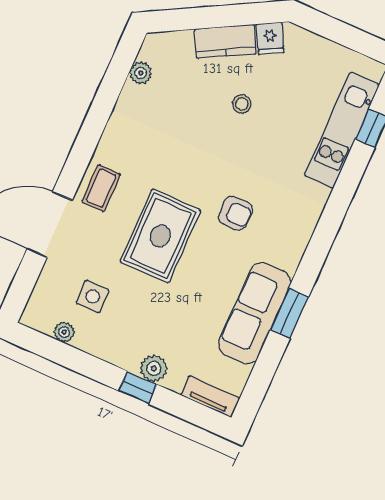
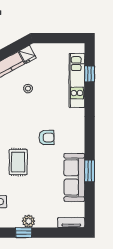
rug: (160, 236) -> (18, 162), width x0.73, depth x0.70
plant: (154, 368) -> (29, 221), moved
window: (138, 388) -> (24, 233), moved

